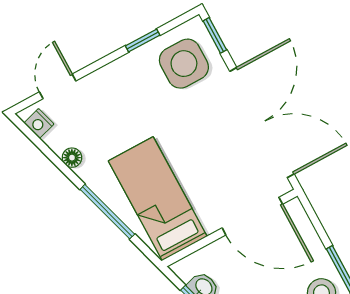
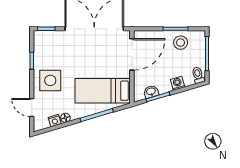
side table: (184, 64) -> (50, 80), moved
nightstand: (39, 123) -> (55, 121), moved

